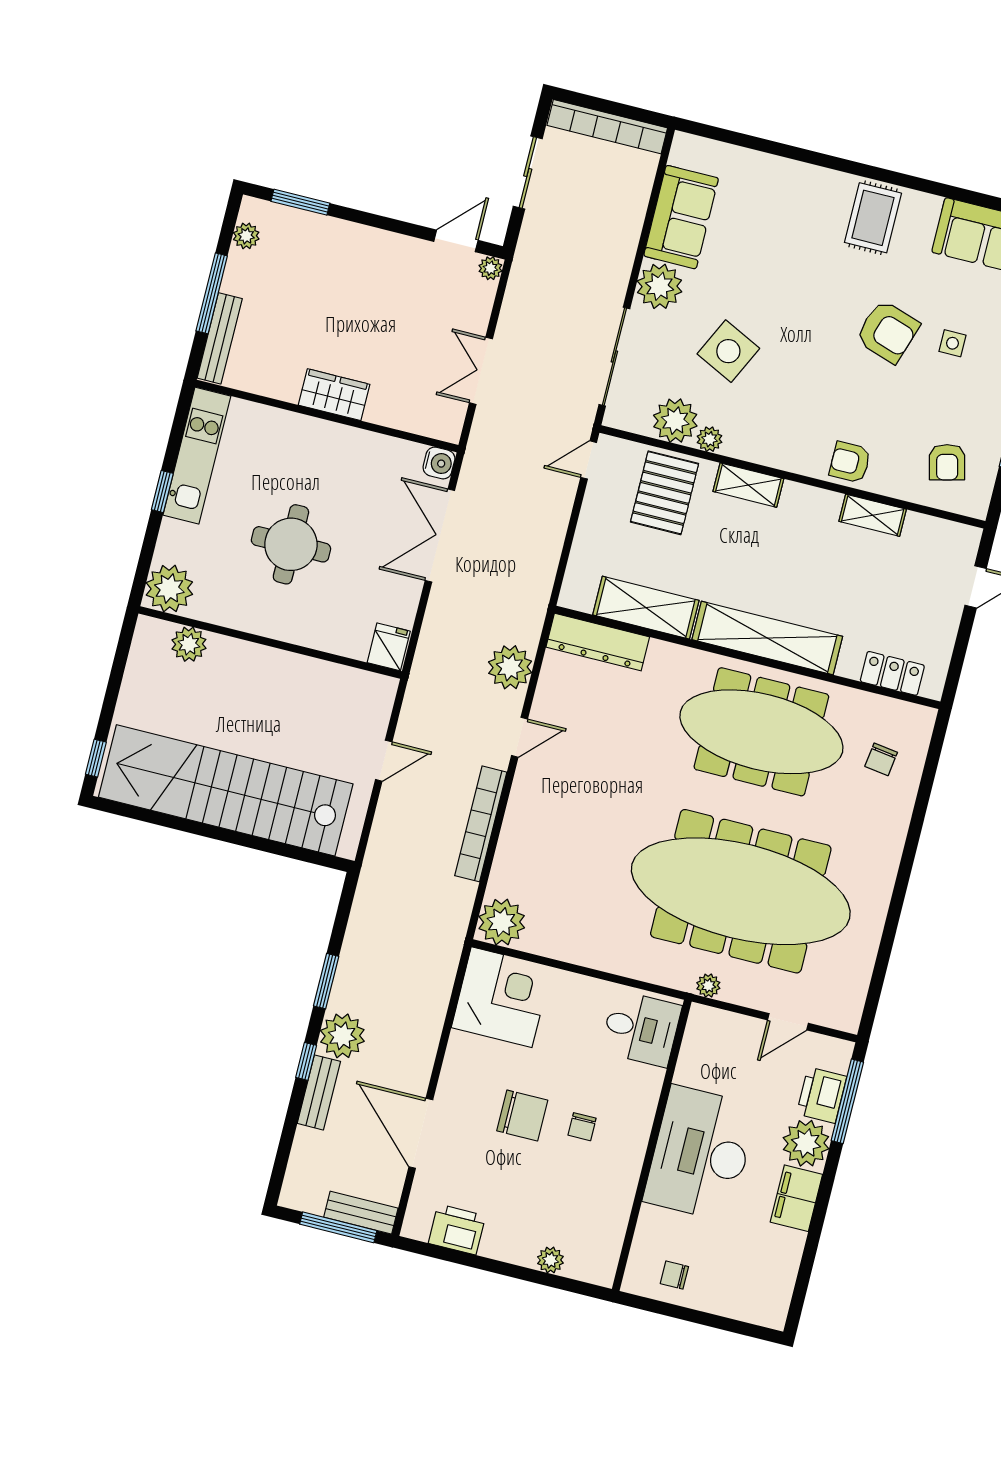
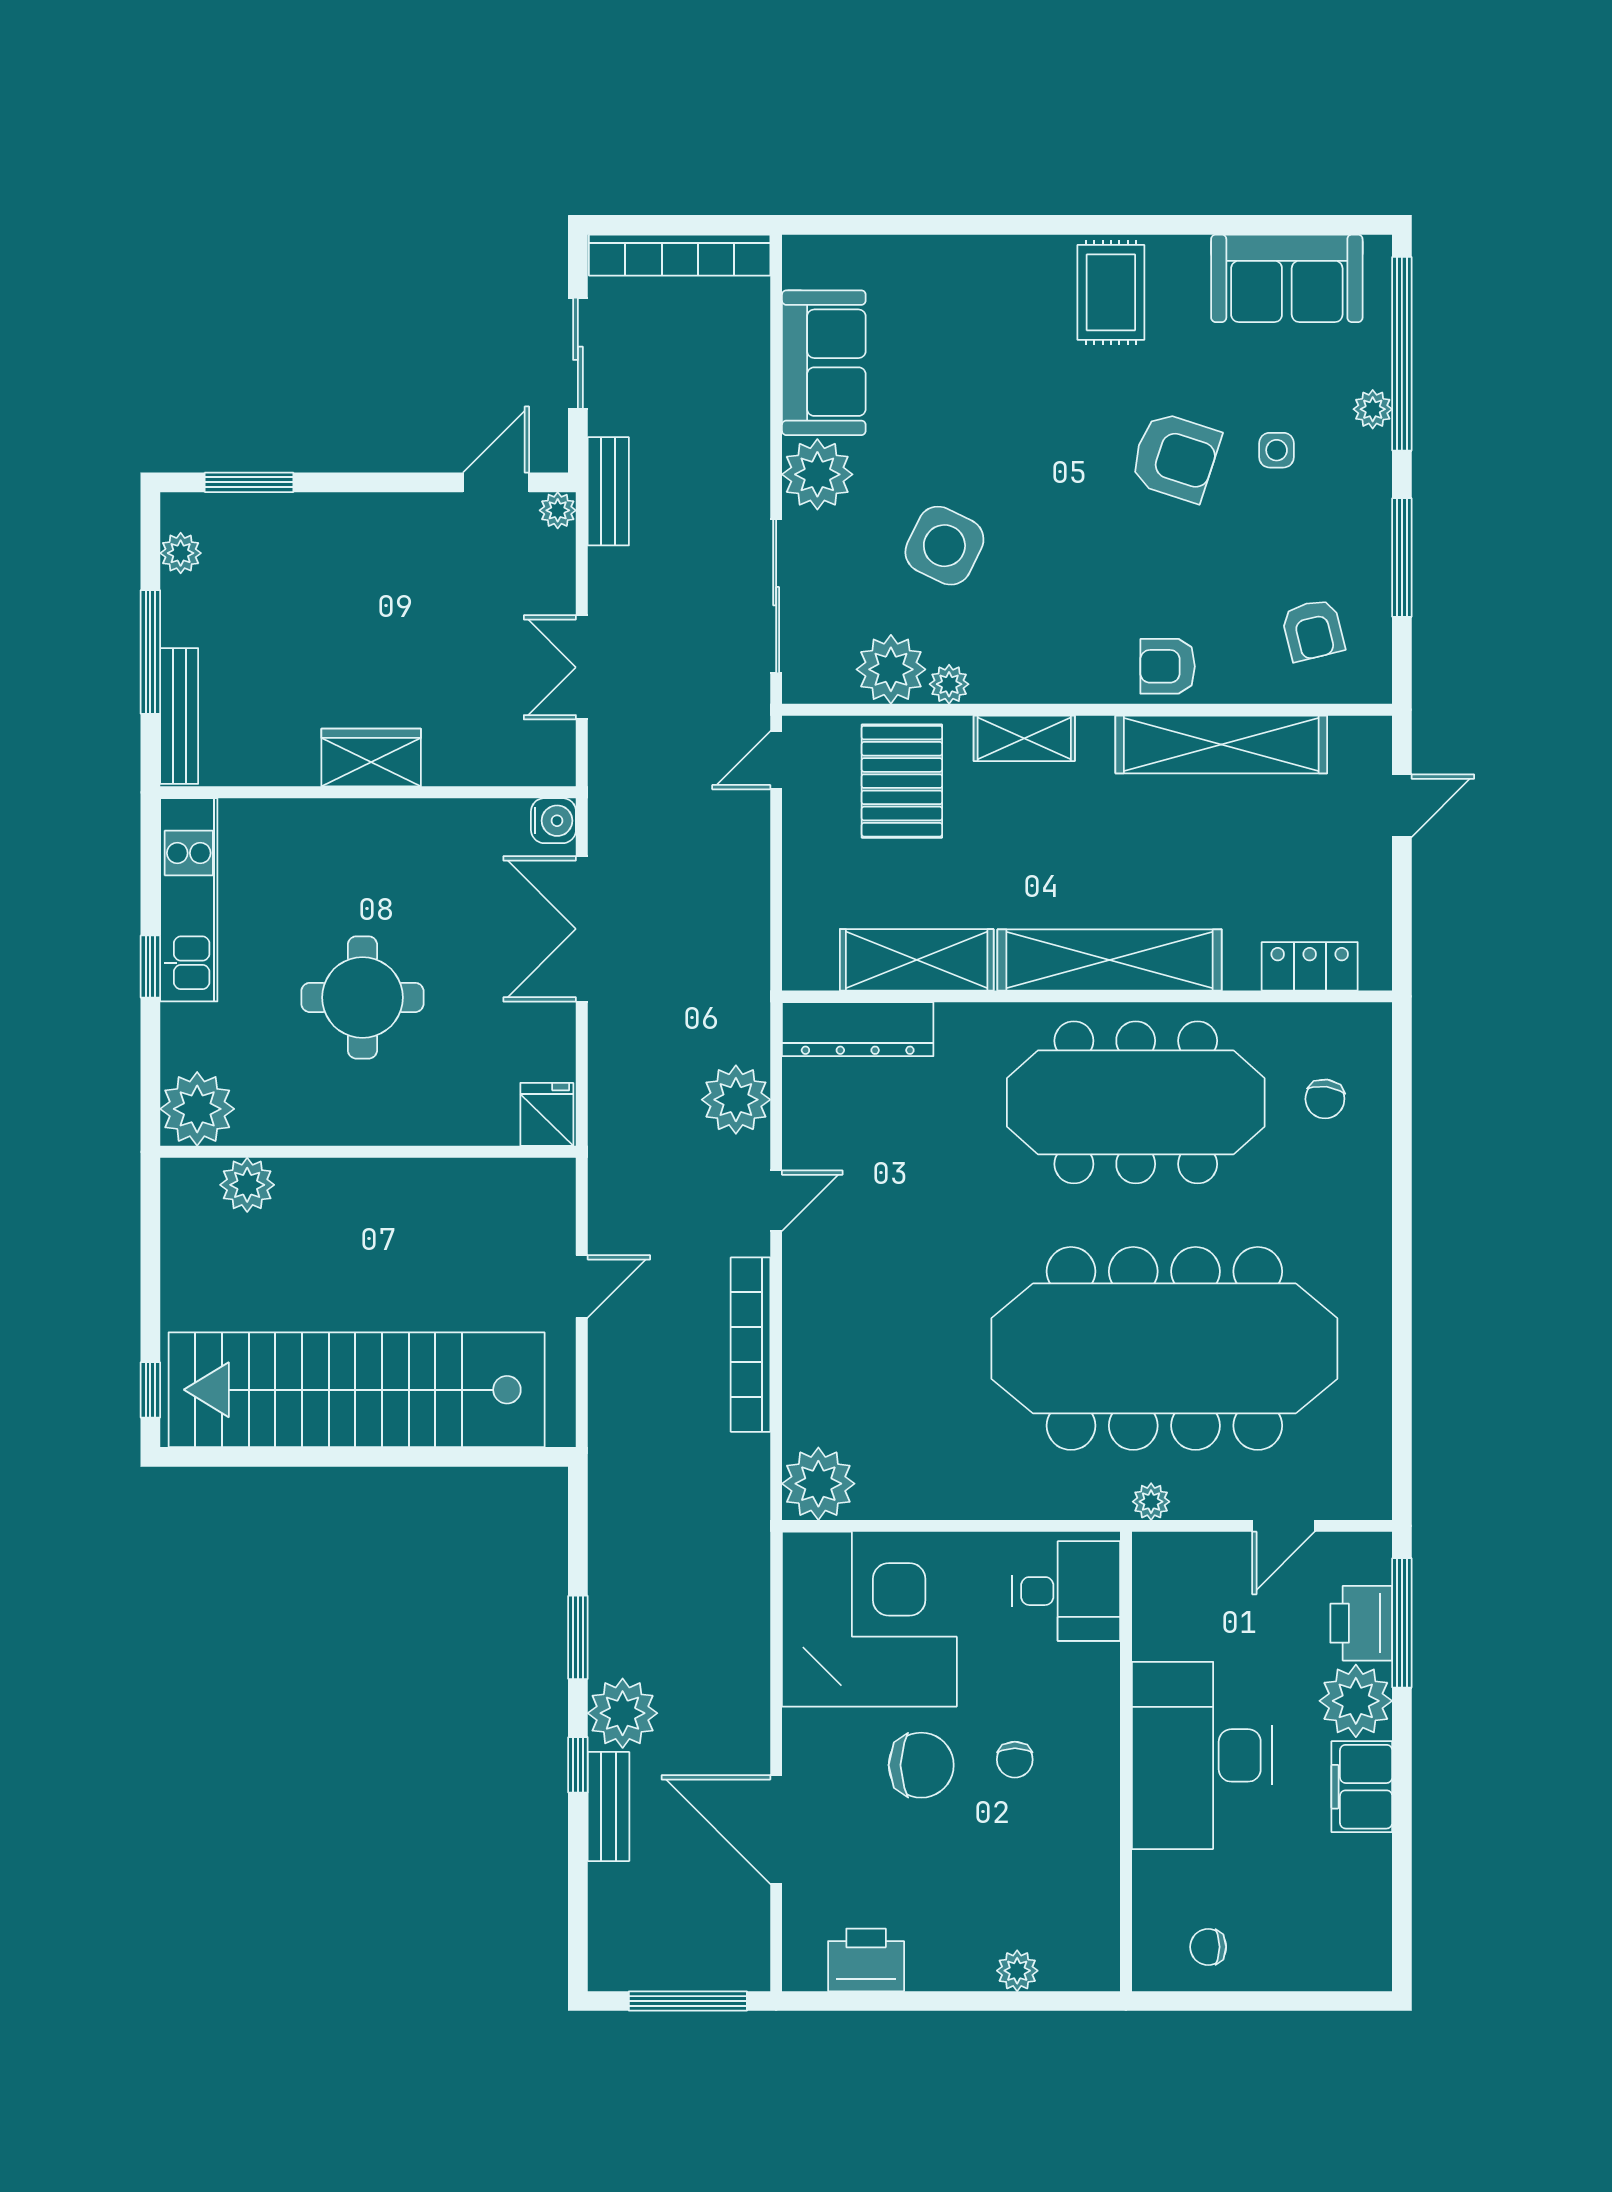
shelving: (873, 515) -> (1221, 744), width x2.20, depth x1.33
corner desk: (502, 997) -> (869, 1619), width x1.36, depth x1.36
bench: (361, 1213) -> (608, 491), moved, turned 90

